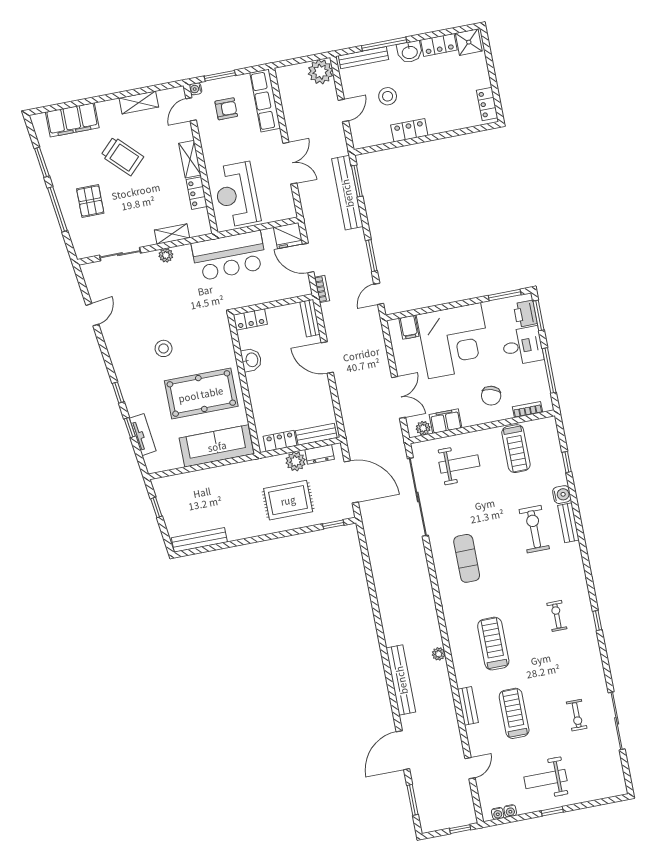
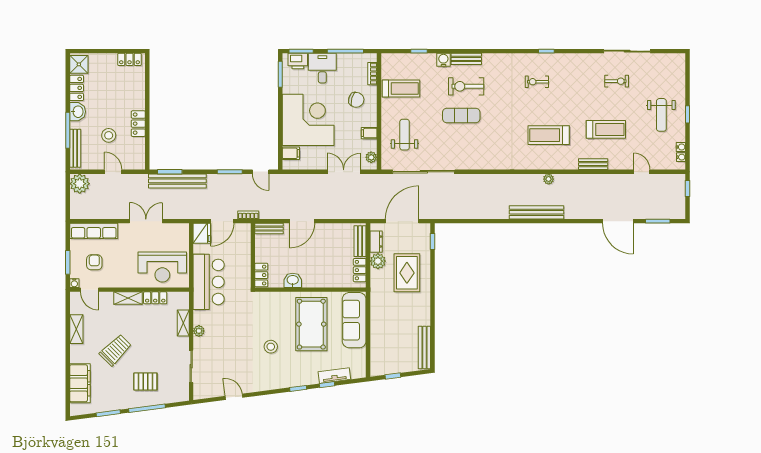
filing cabinet: (446, 421) -> (369, 133), width x0.50
exercise mat: (467, 558) -> (461, 115), moved
bench: (401, 680) -> (536, 212), moved
treadmill: (514, 713) -> (606, 129), turned 180

